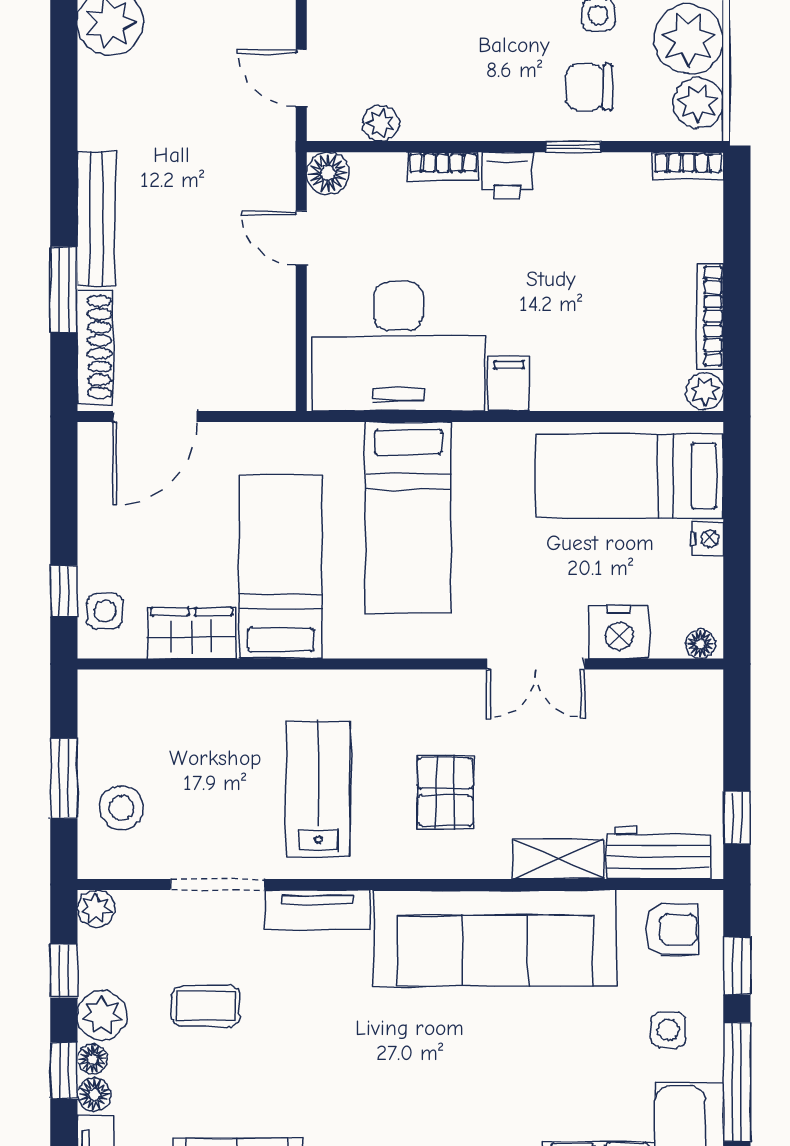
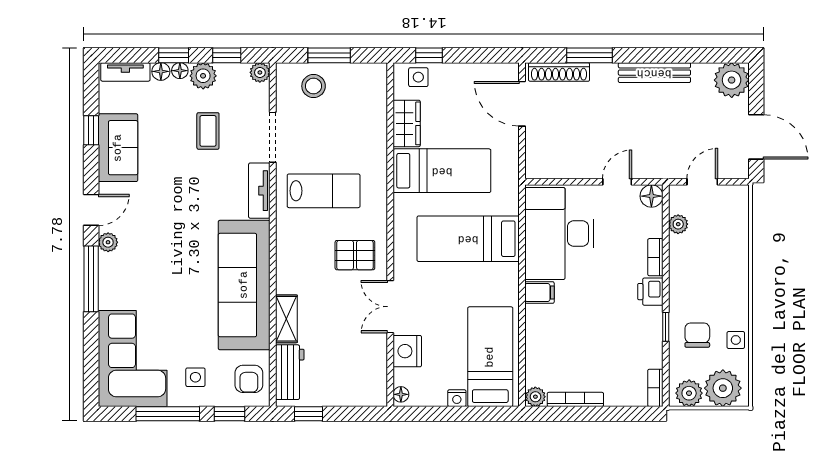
bench: (96, 218) -> (654, 73), moved
pallet: (445, 792) -> (355, 255), moved

